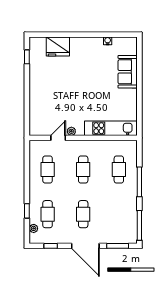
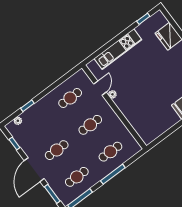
kitchen unit: (111, 128) -> (118, 49), moved, turned 90
door: (58, 138) -> (100, 88), hinge flipped
cafe table: (48, 214) -> (77, 177), moved

